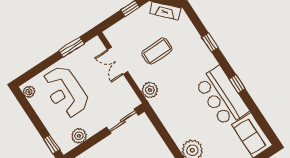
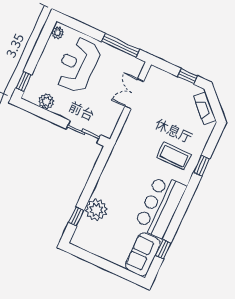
window: (71, 47) -> (121, 46), width x1.44
coffee table: (157, 51) -> (174, 156), moved
window: (237, 84) -> (163, 249), moved
plant: (150, 90) -> (126, 139), removed

